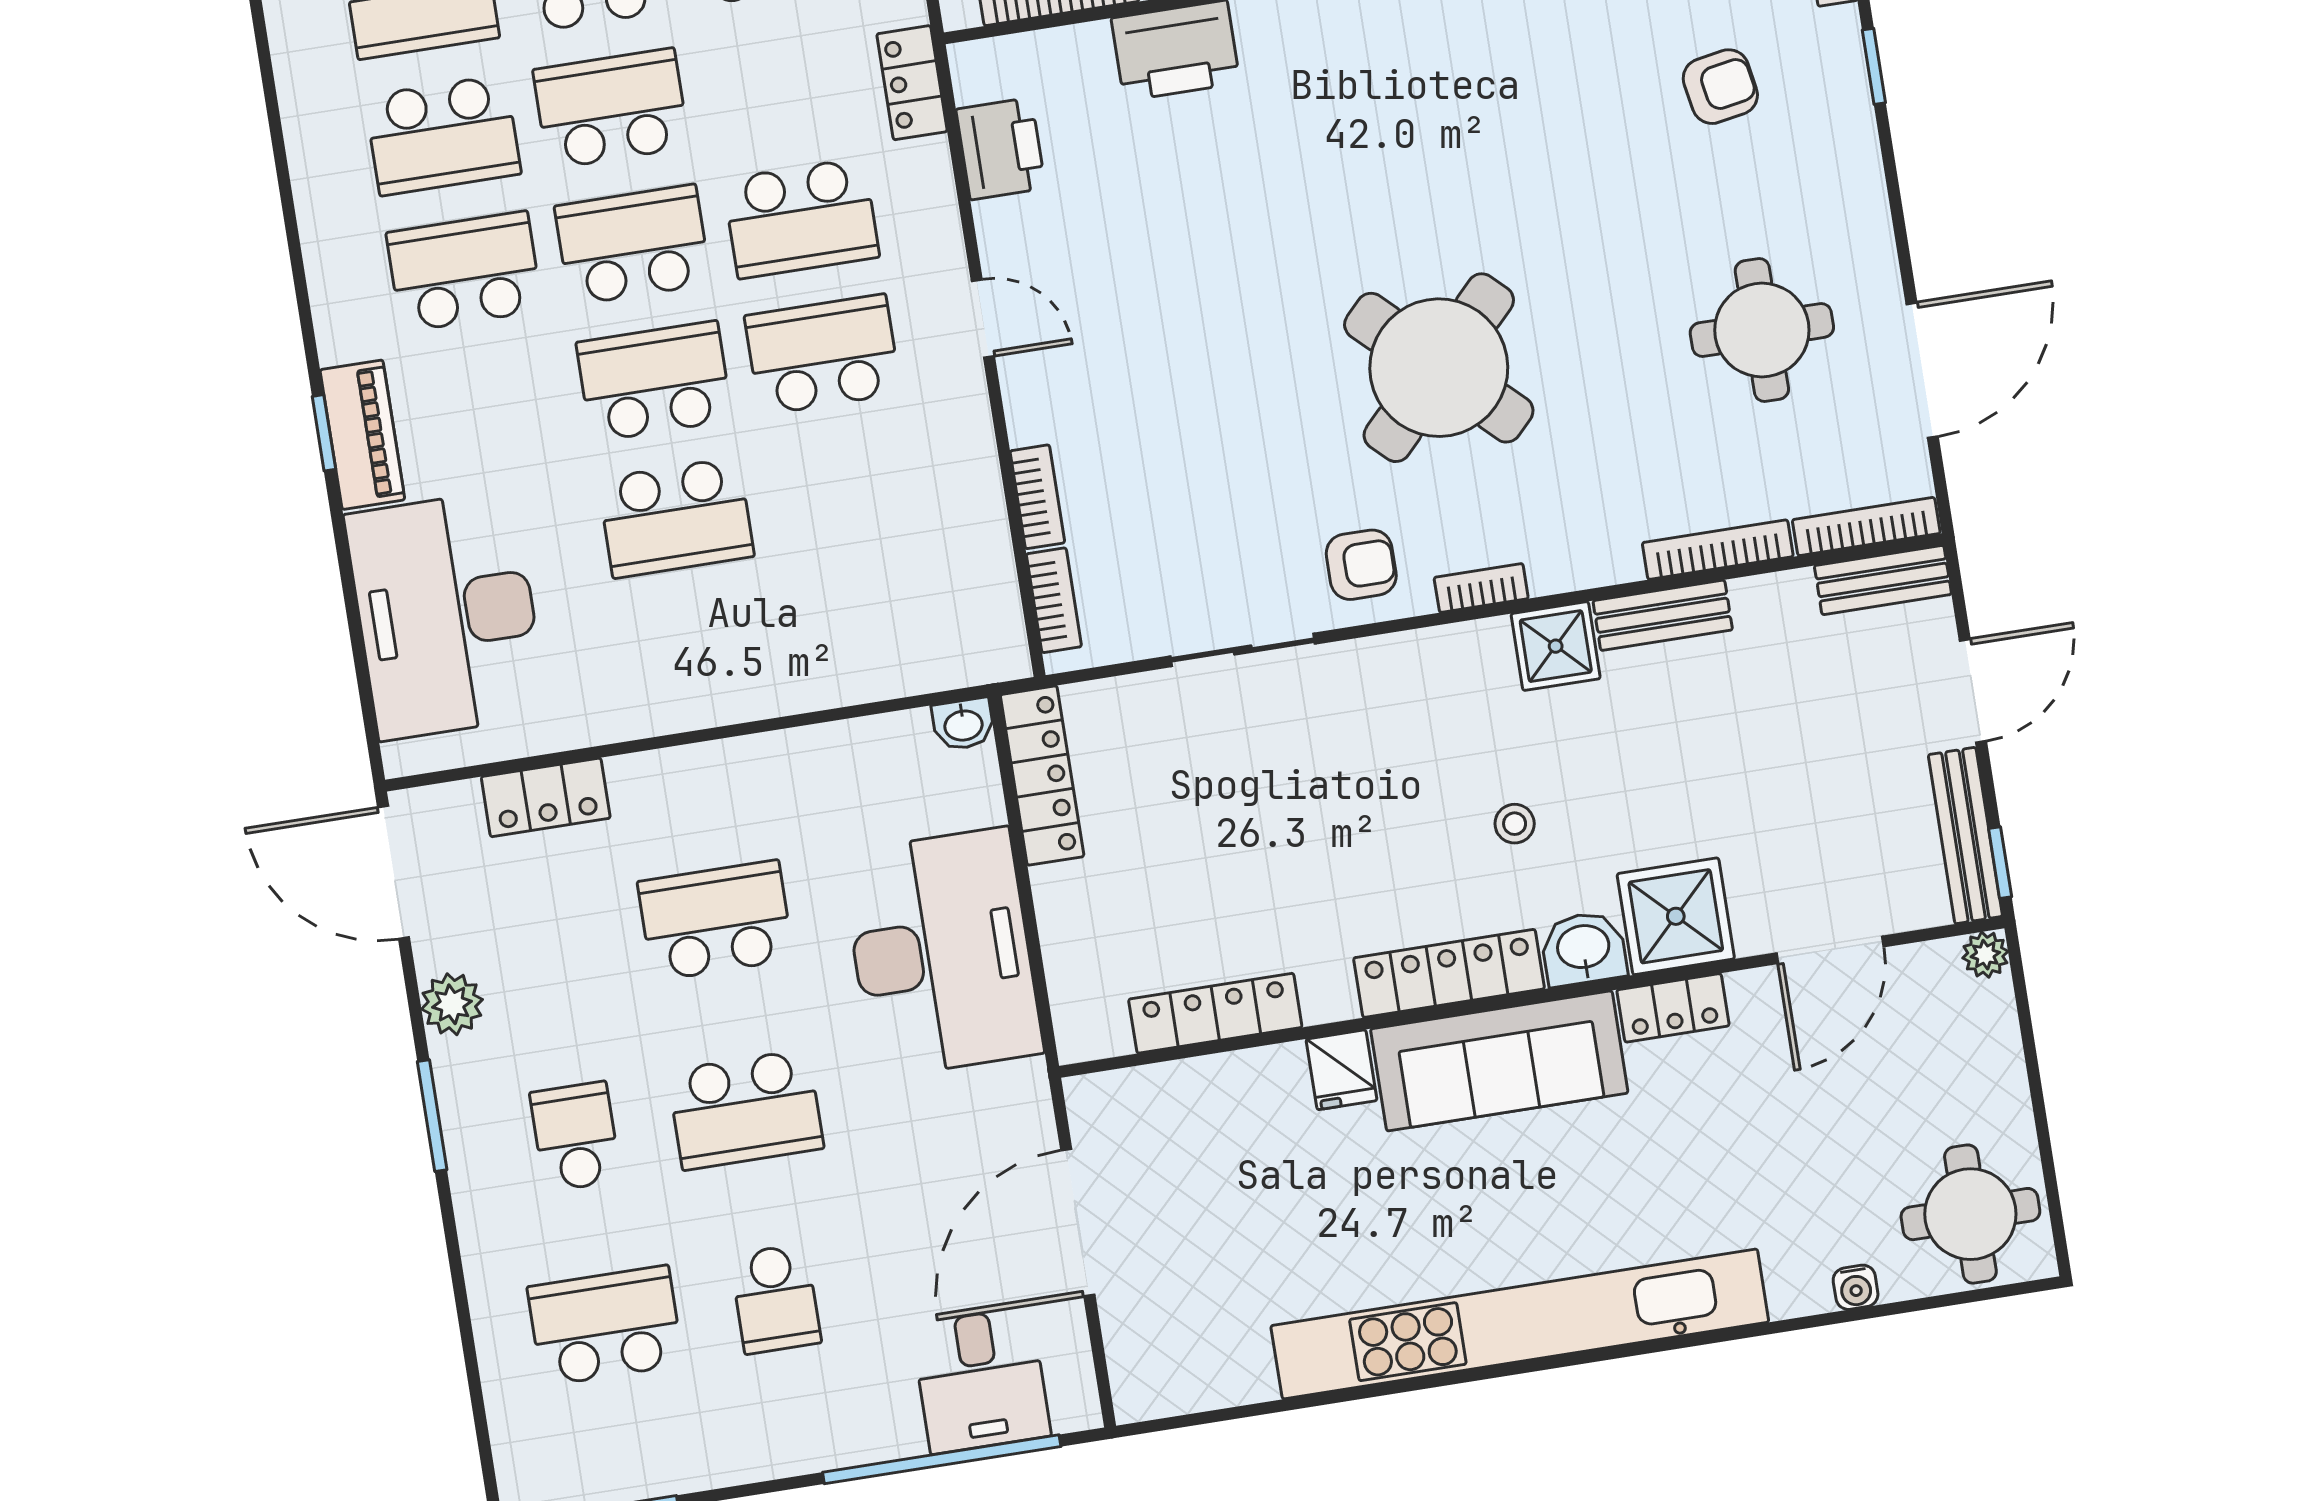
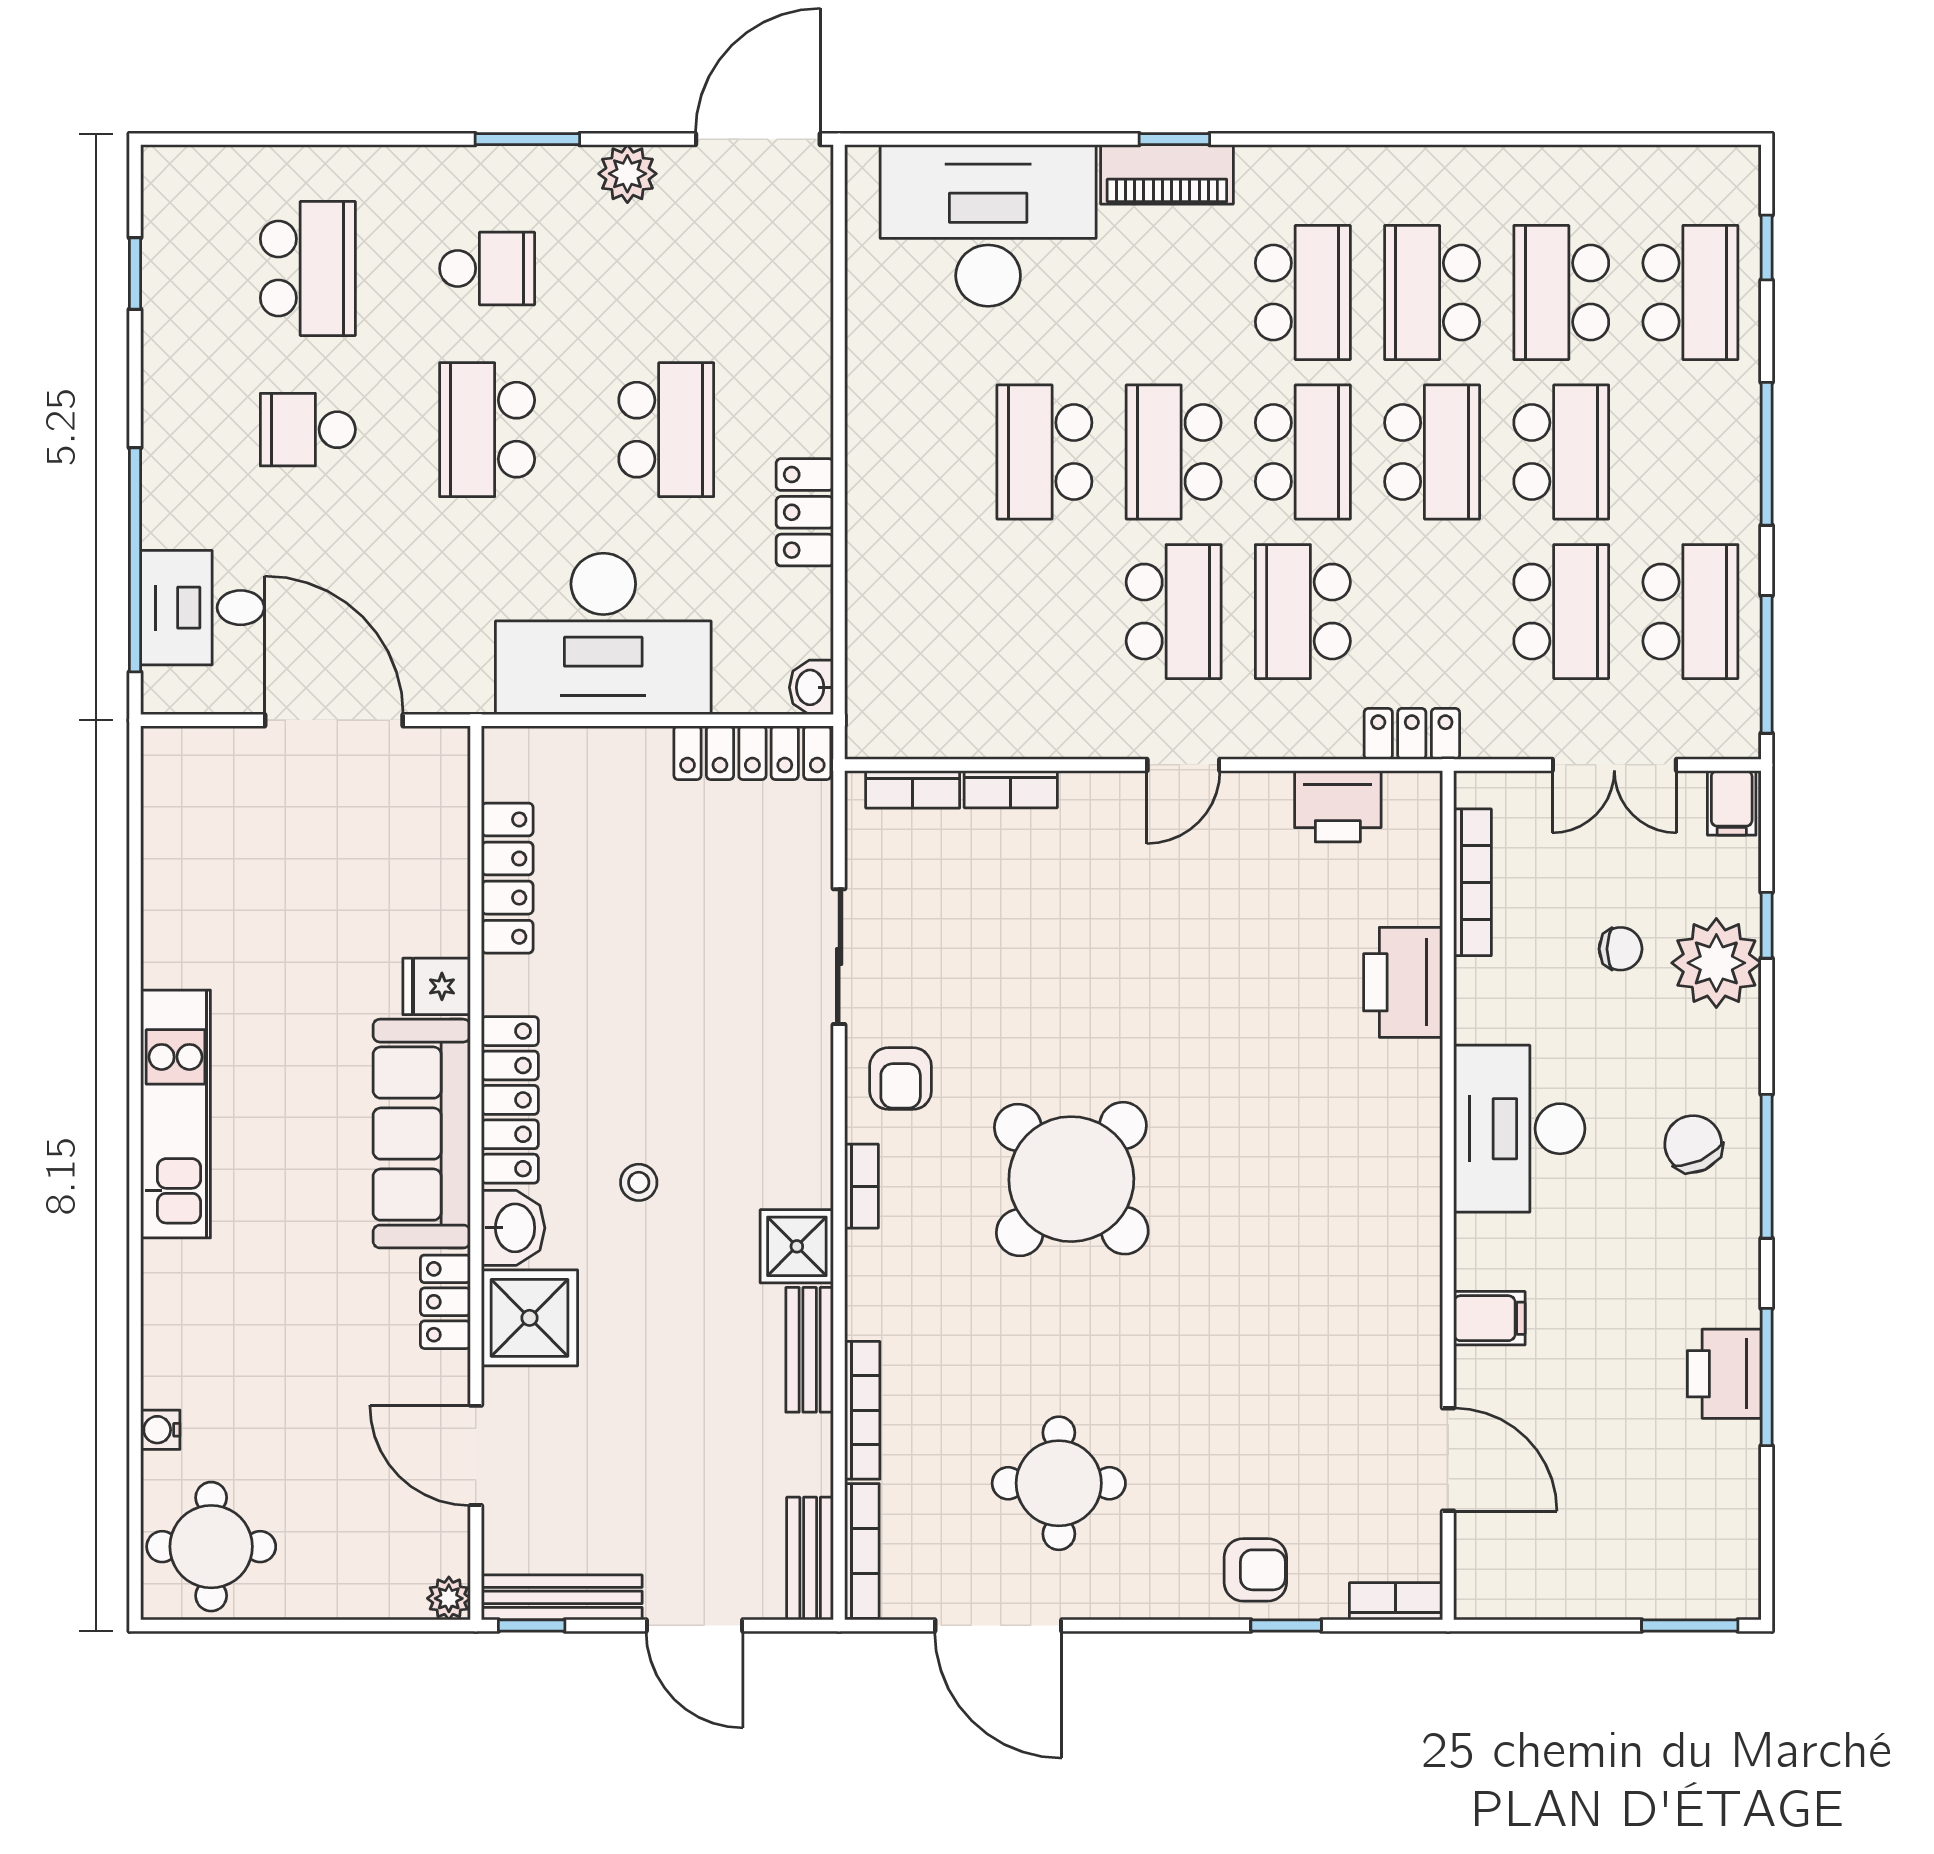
armchair: (1720, 87) -> (1255, 1570), moved, turned -80
school desk: (654, 381) -> (1174, 452), turned 180
locker: (546, 797) -> (805, 512), moved
kitchen unit: (1520, 1324) -> (176, 1114), width x0.54

